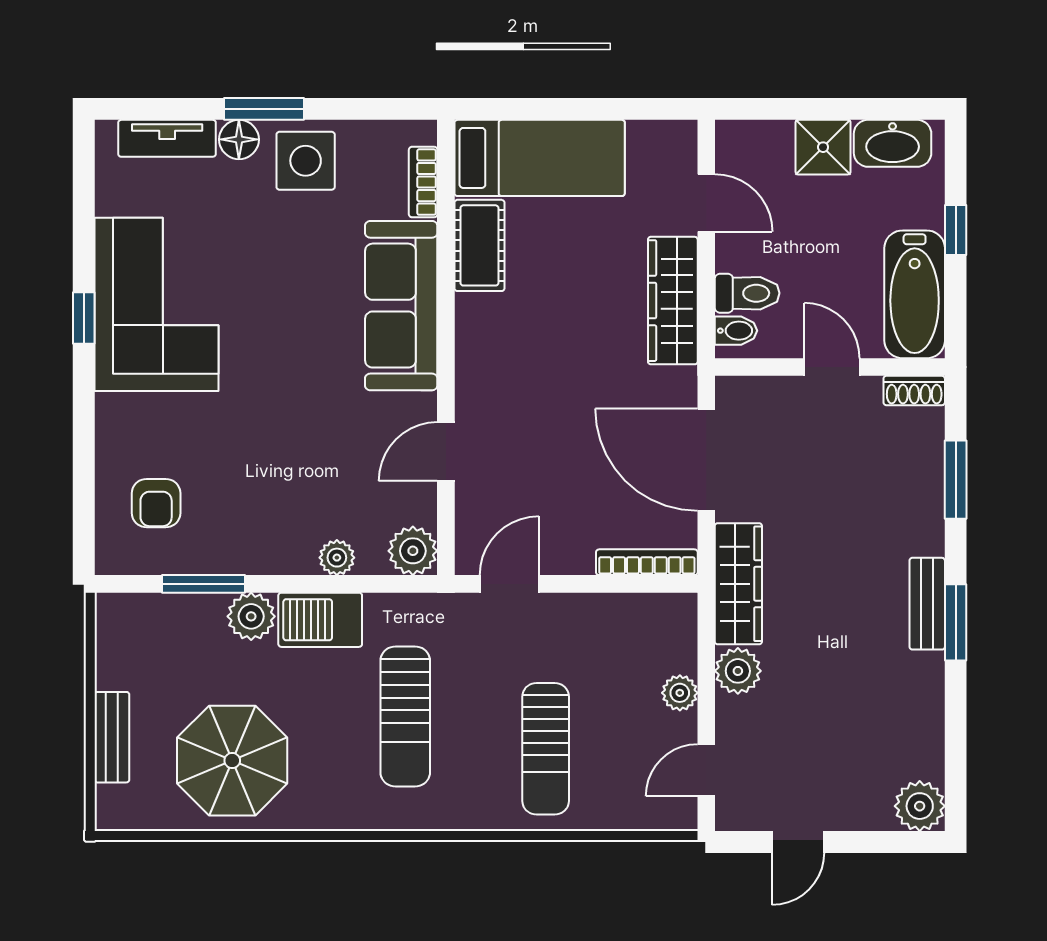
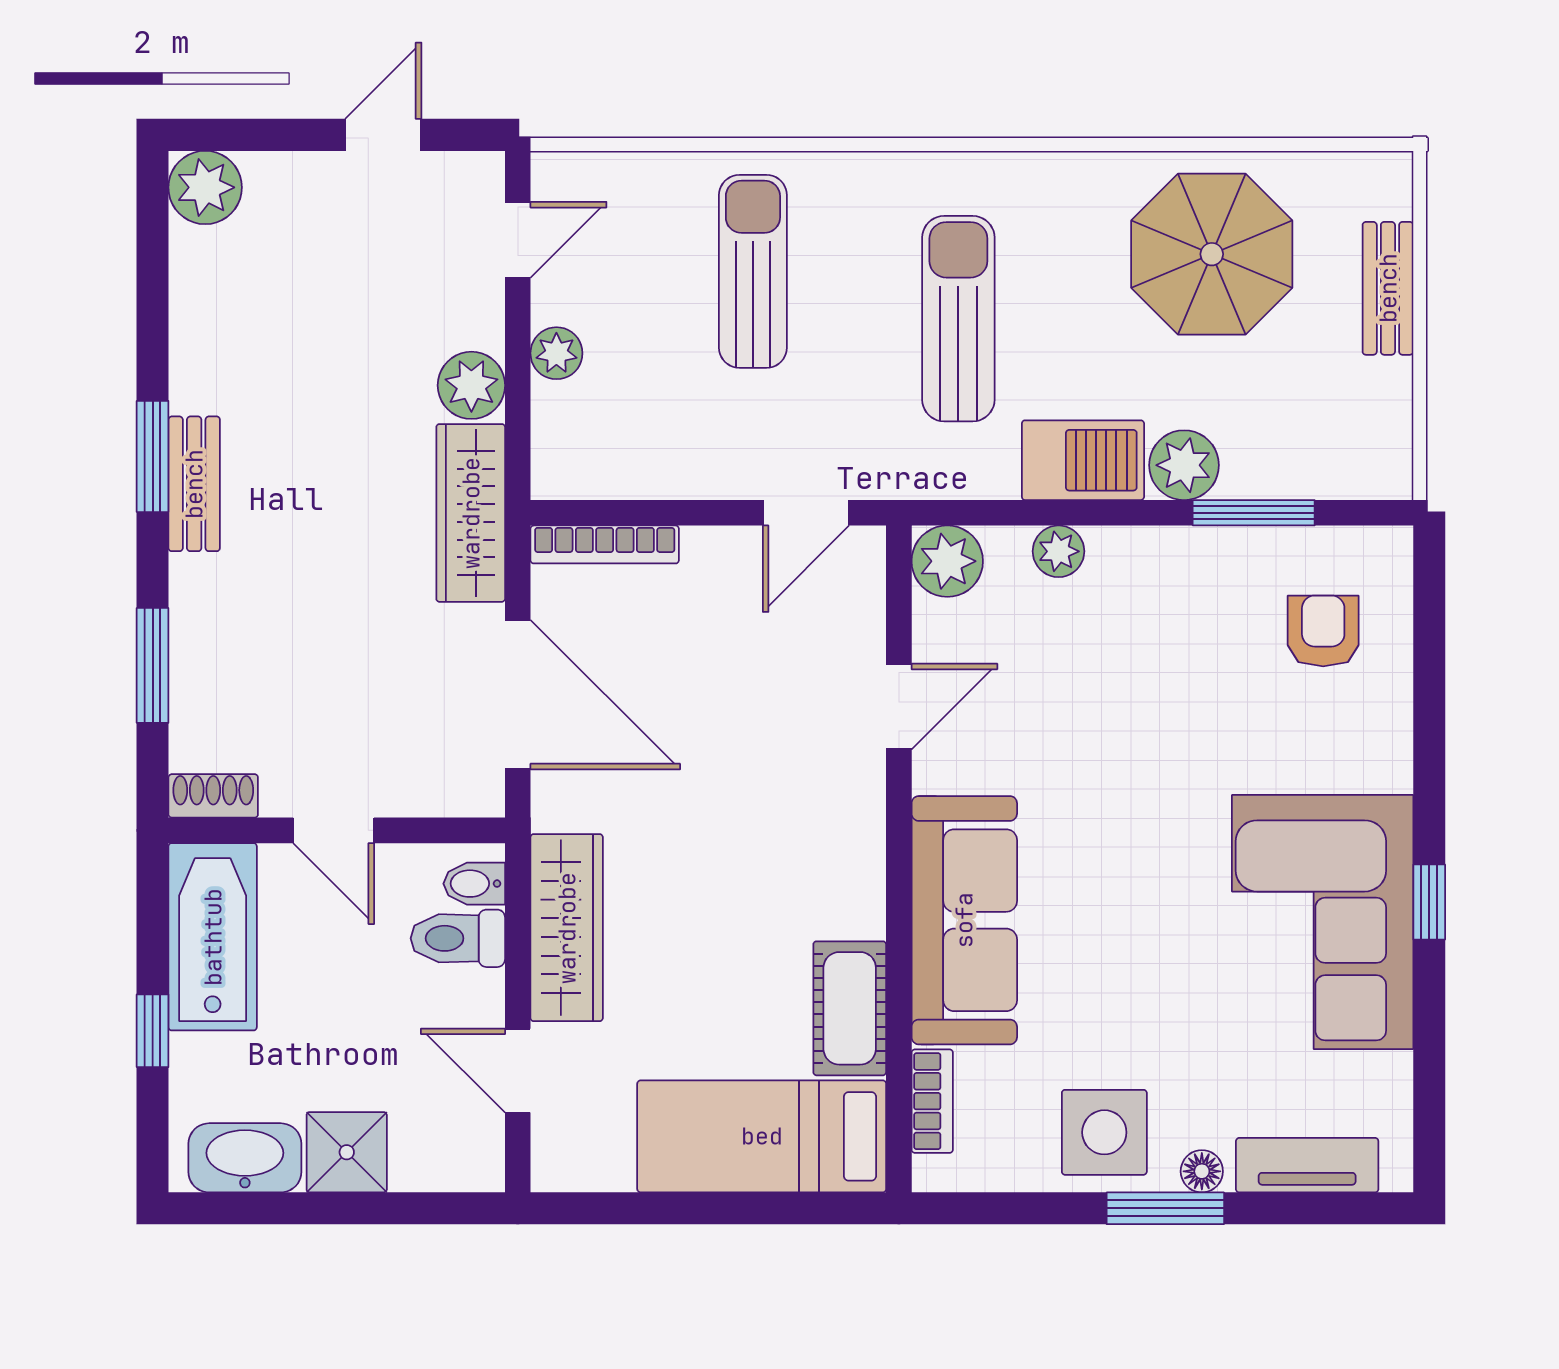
floor lamp: (239, 139) -> (1202, 1171), width x0.73, depth x0.73

